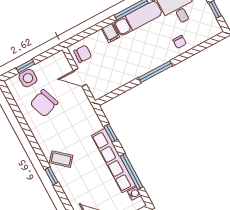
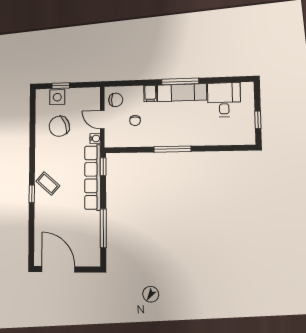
chair: (180, 42) -> (135, 121), moved
window: (111, 133) -> (103, 167), moved
row of seats: (114, 161) -> (93, 178), moved
water cooler: (134, 194) -> (95, 138), moved

